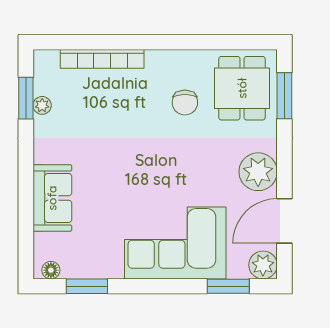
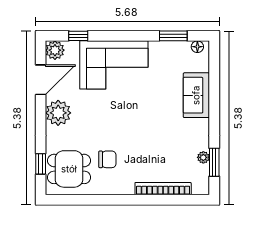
dining table: (242, 88) -> (69, 169), turned 90
window: (284, 96) -> (41, 164), width x0.67
chair: (185, 103) -> (107, 159), turned 90
window: (228, 286) -> (78, 36), width x0.67

